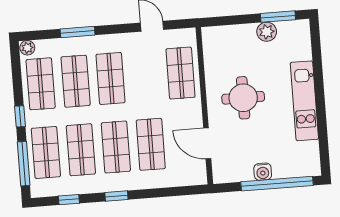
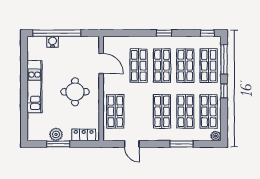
window: (278, 17) -> (58, 144), moved
locker: (225, 34) -> (84, 135), added
water cooler: (263, 172) -> (53, 42), moved
window: (69, 200) -> (207, 33), moved

